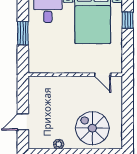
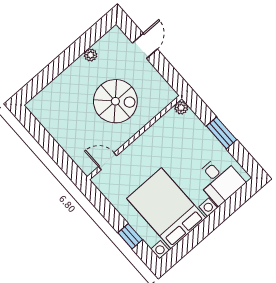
plant: (33, 68) -> (181, 108), added
spiral stairs: (92, 128) -> (115, 101), moved

